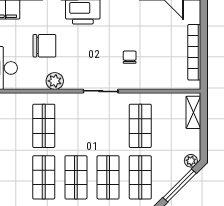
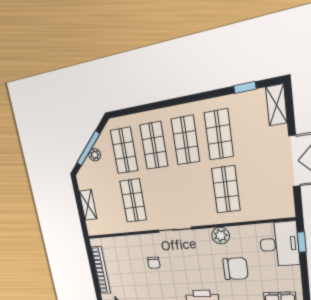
chair: (44, 46) -> (235, 269), turned 180
shelving: (193, 112) -> (88, 205), moved
plant: (191, 161) -> (95, 155), moved

